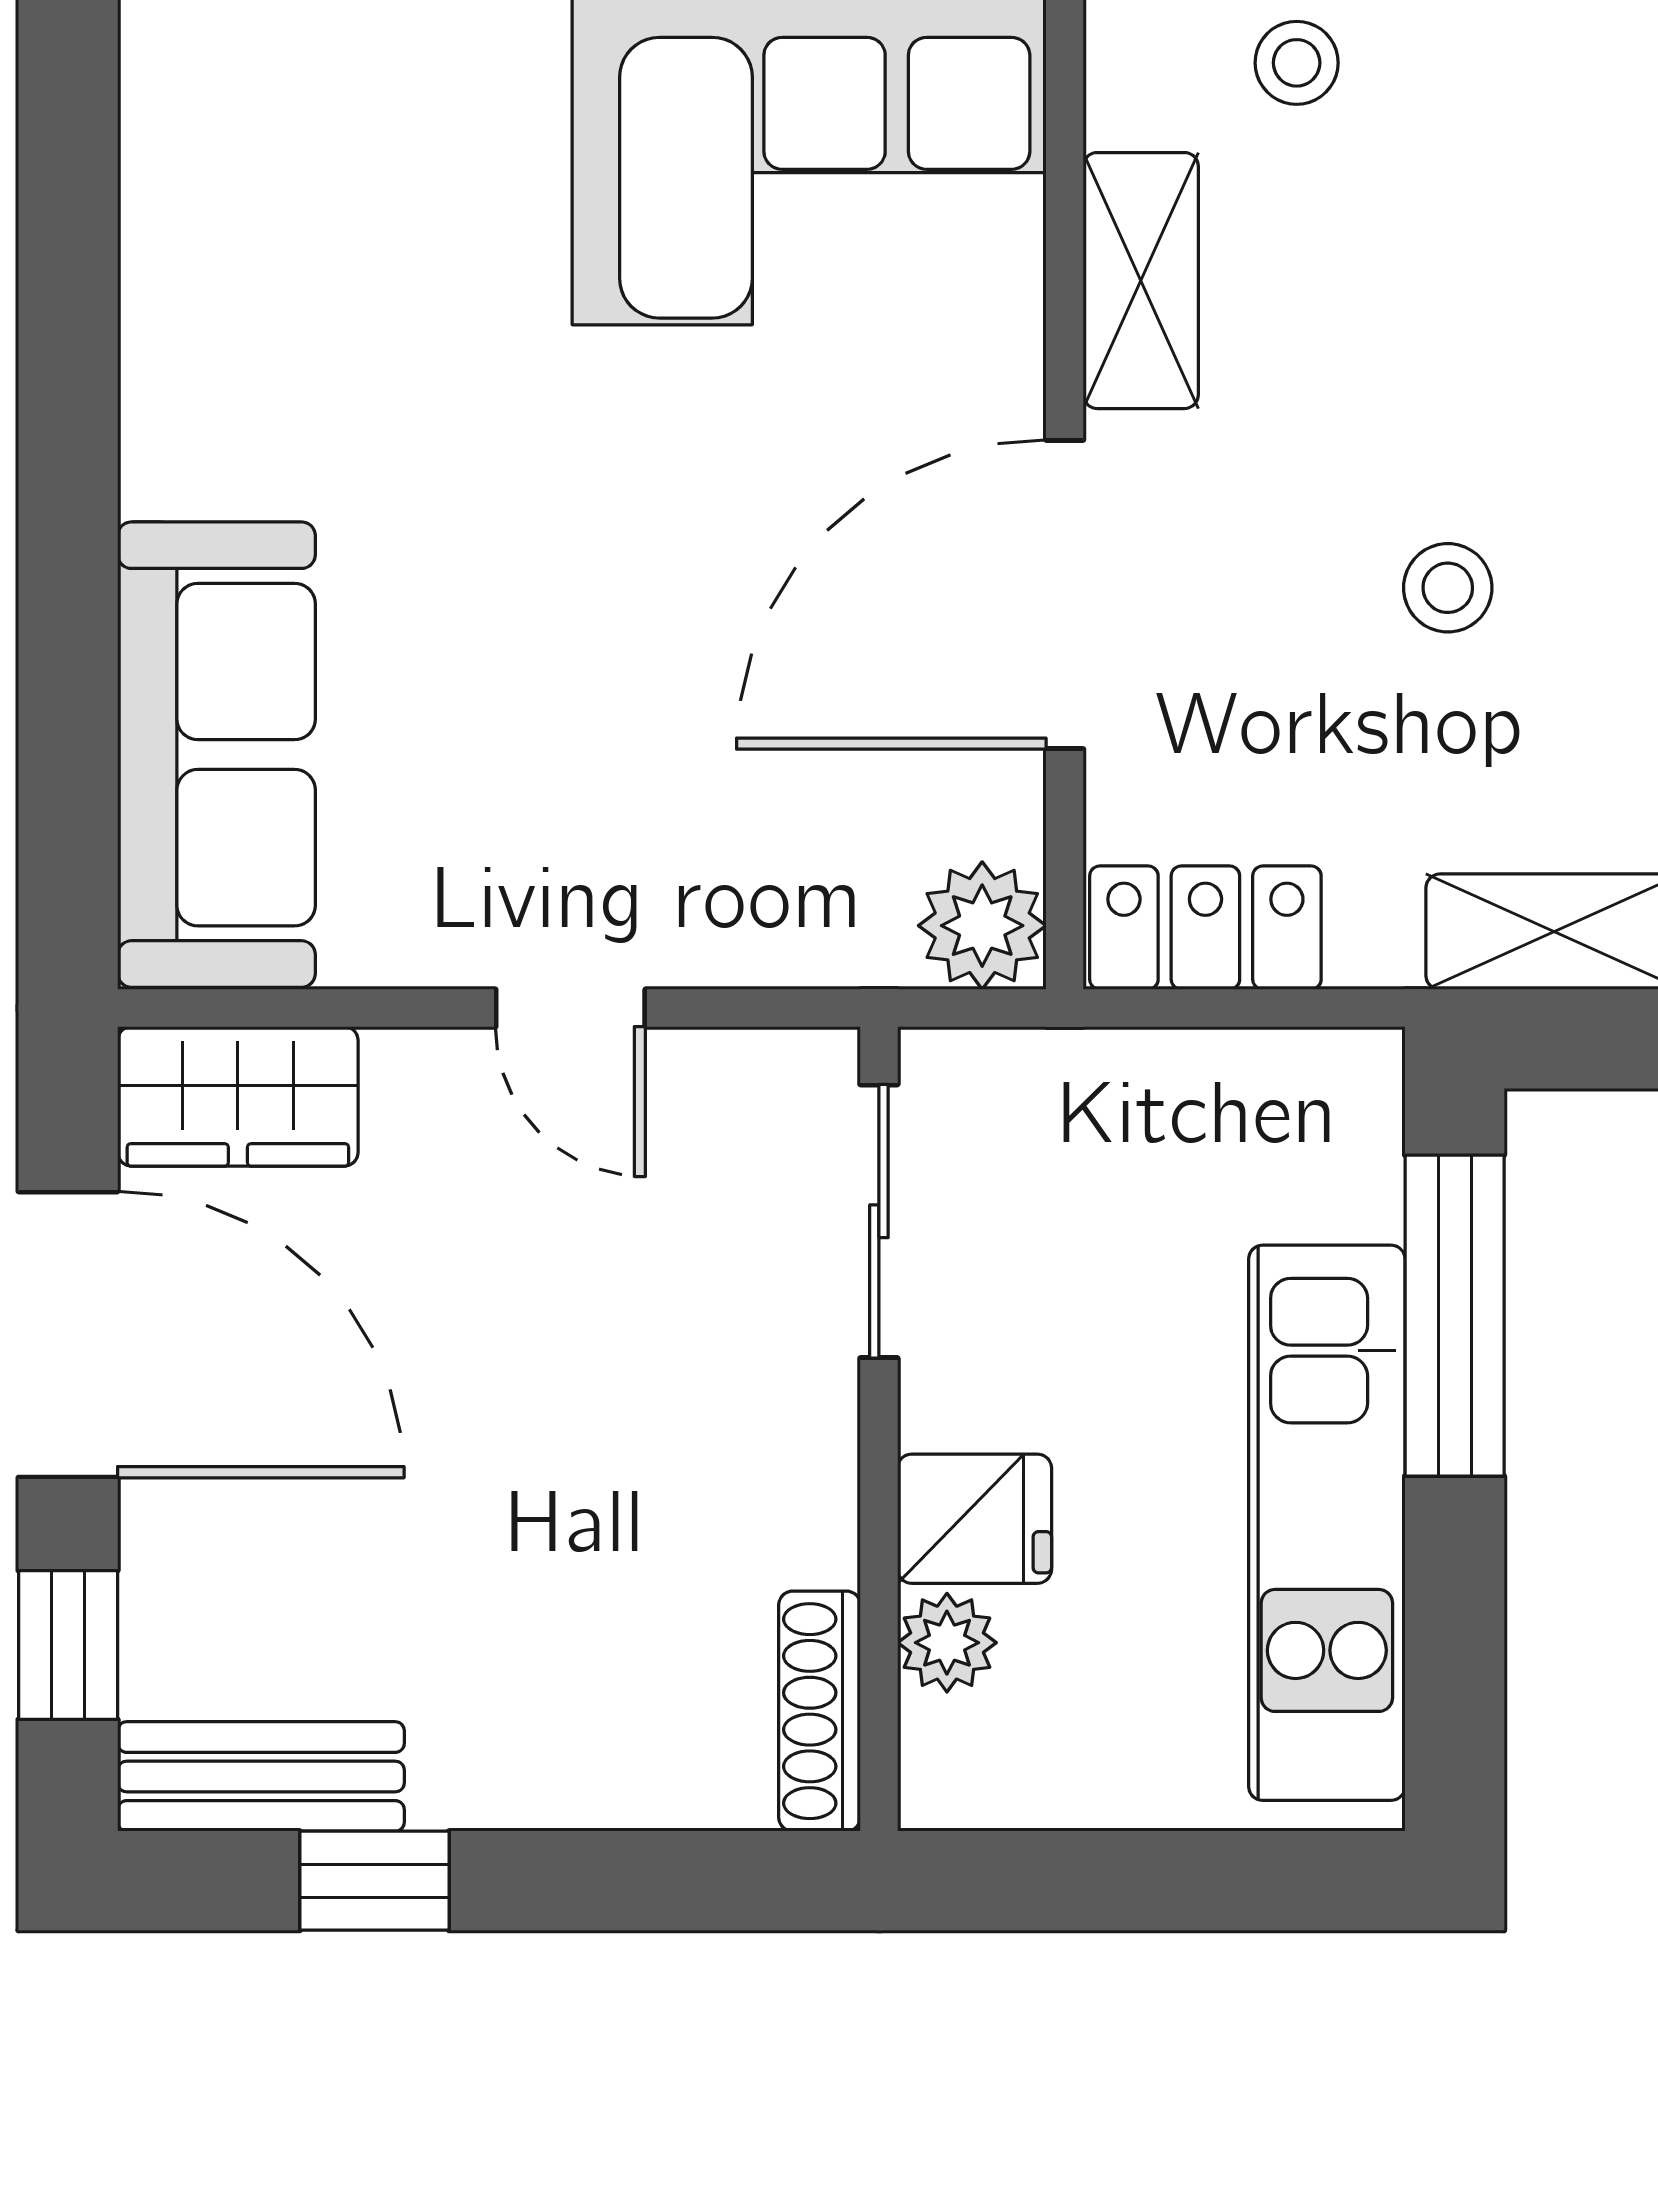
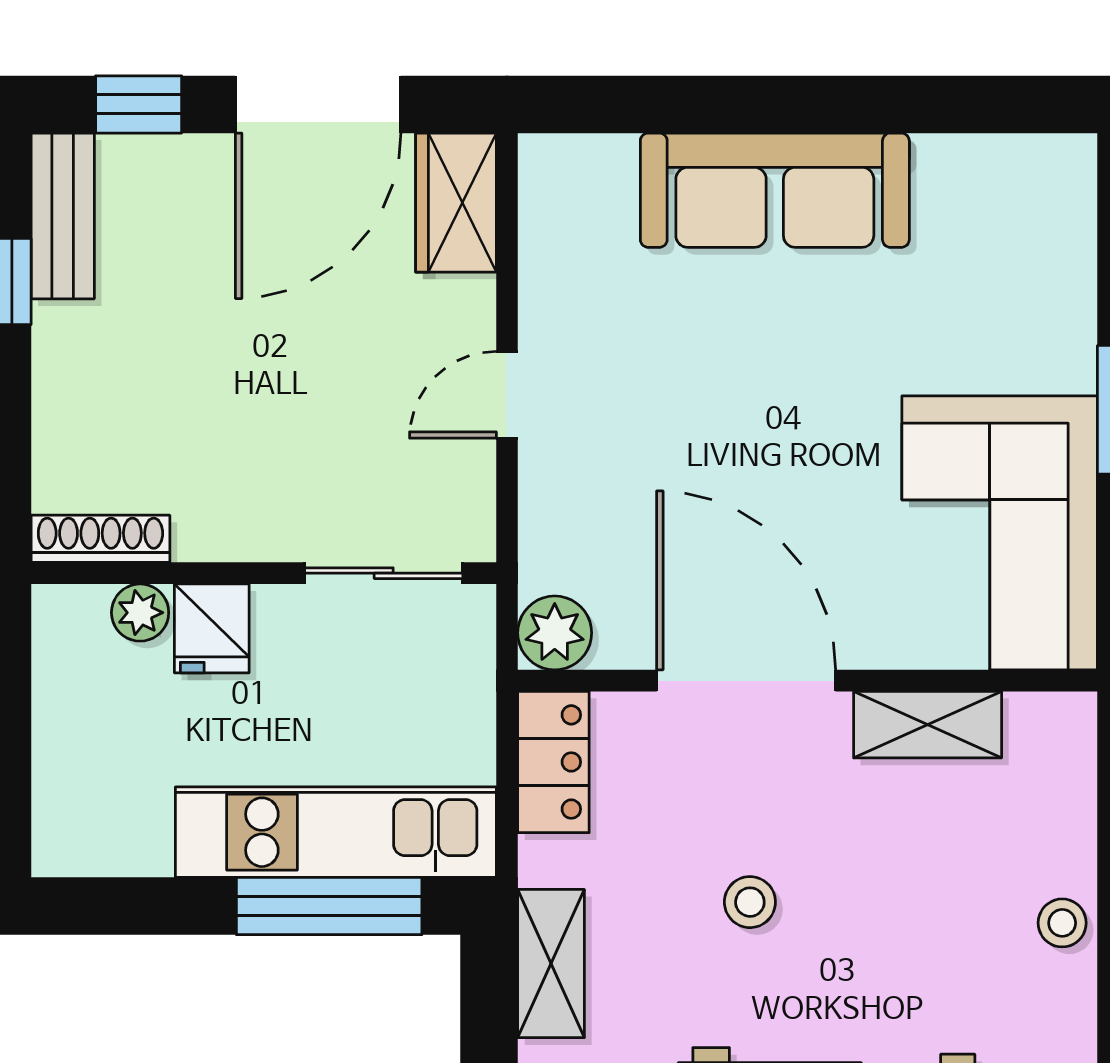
stool: (1297, 63) -> (1062, 923), moved
sofa: (217, 755) -> (775, 190), moved
kitchen unit: (1327, 1523) -> (336, 832), moved

